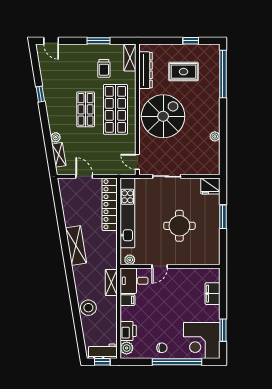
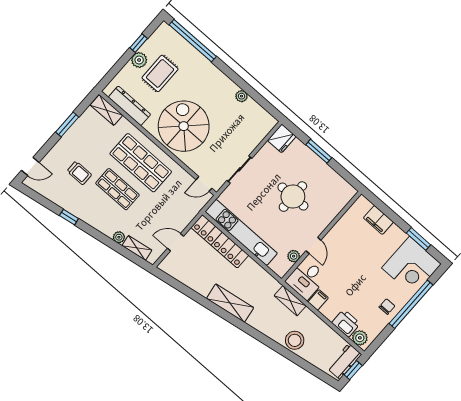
plant: (180, 51) -> (139, 60), added
trolley: (104, 68) -> (79, 173), moved
plant: (130, 260) -> (294, 256), moved

